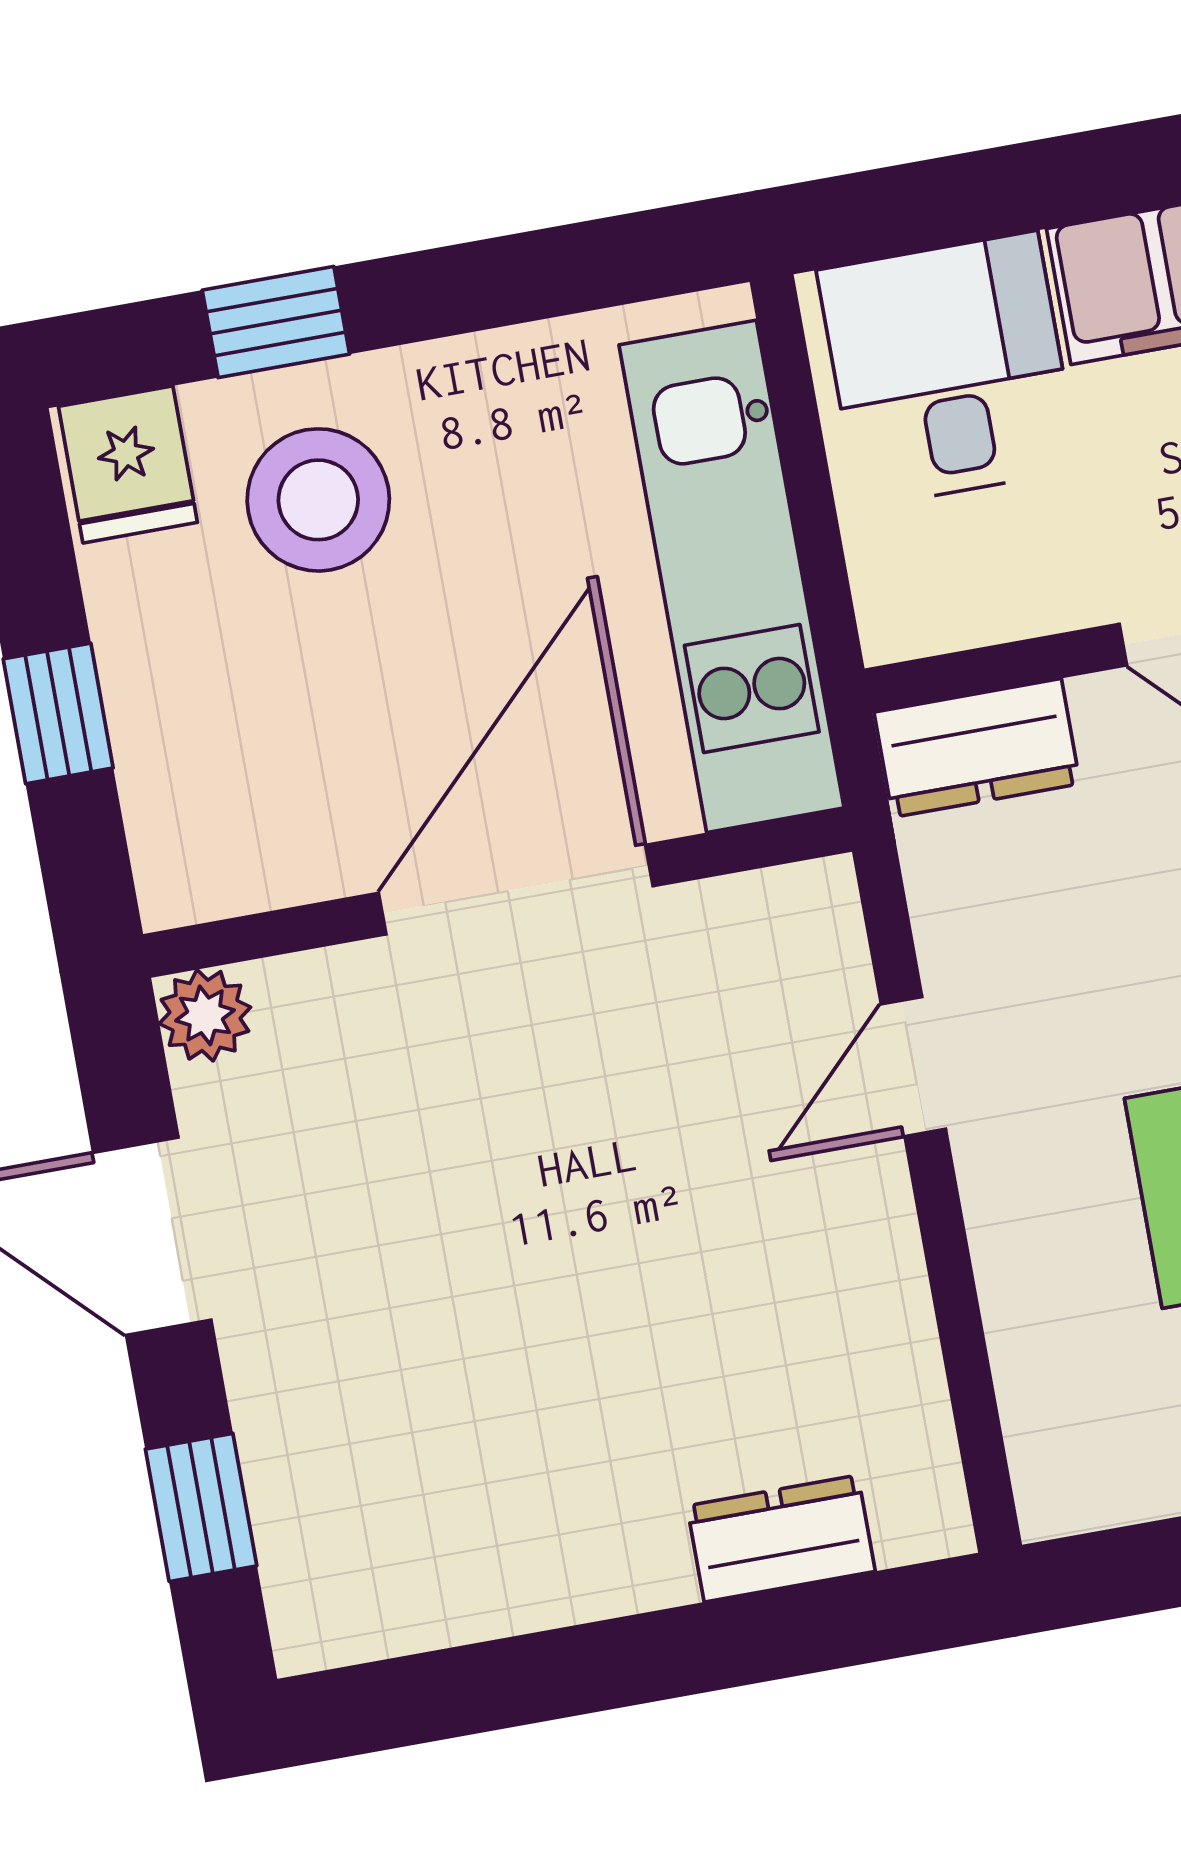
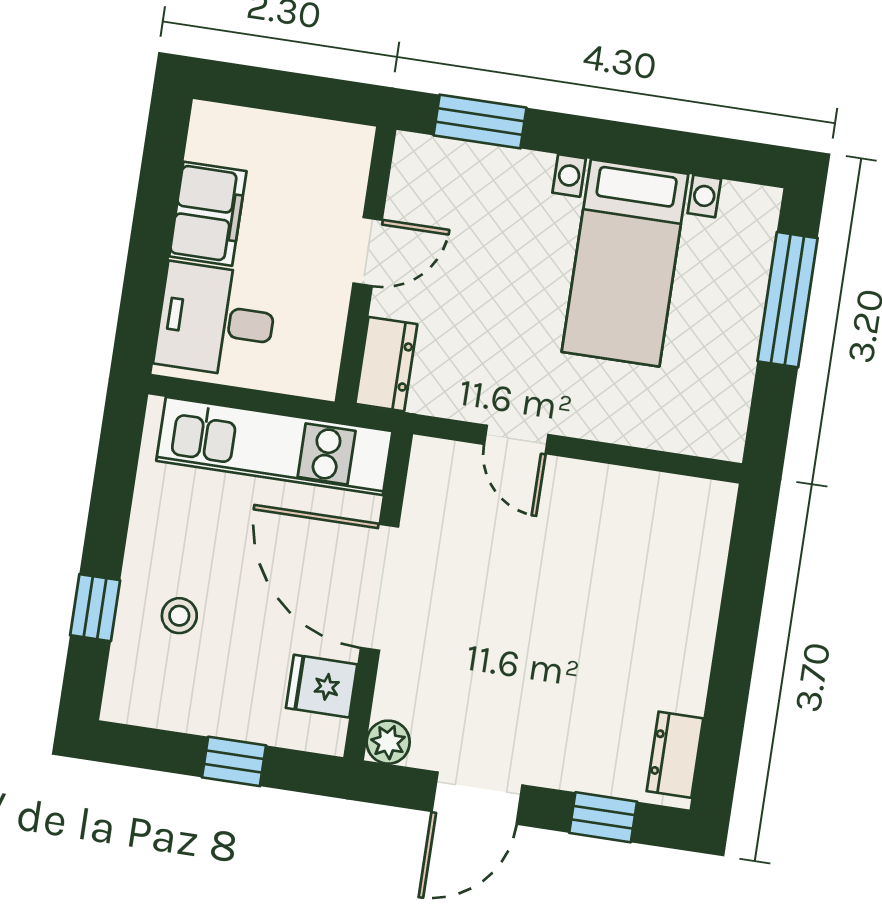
fridge: (128, 464) -> (322, 686), moved, turned 180
stool: (318, 500) -> (179, 616), width x0.53, depth x0.53
dresser: (781, 1539) -> (675, 755), moved

